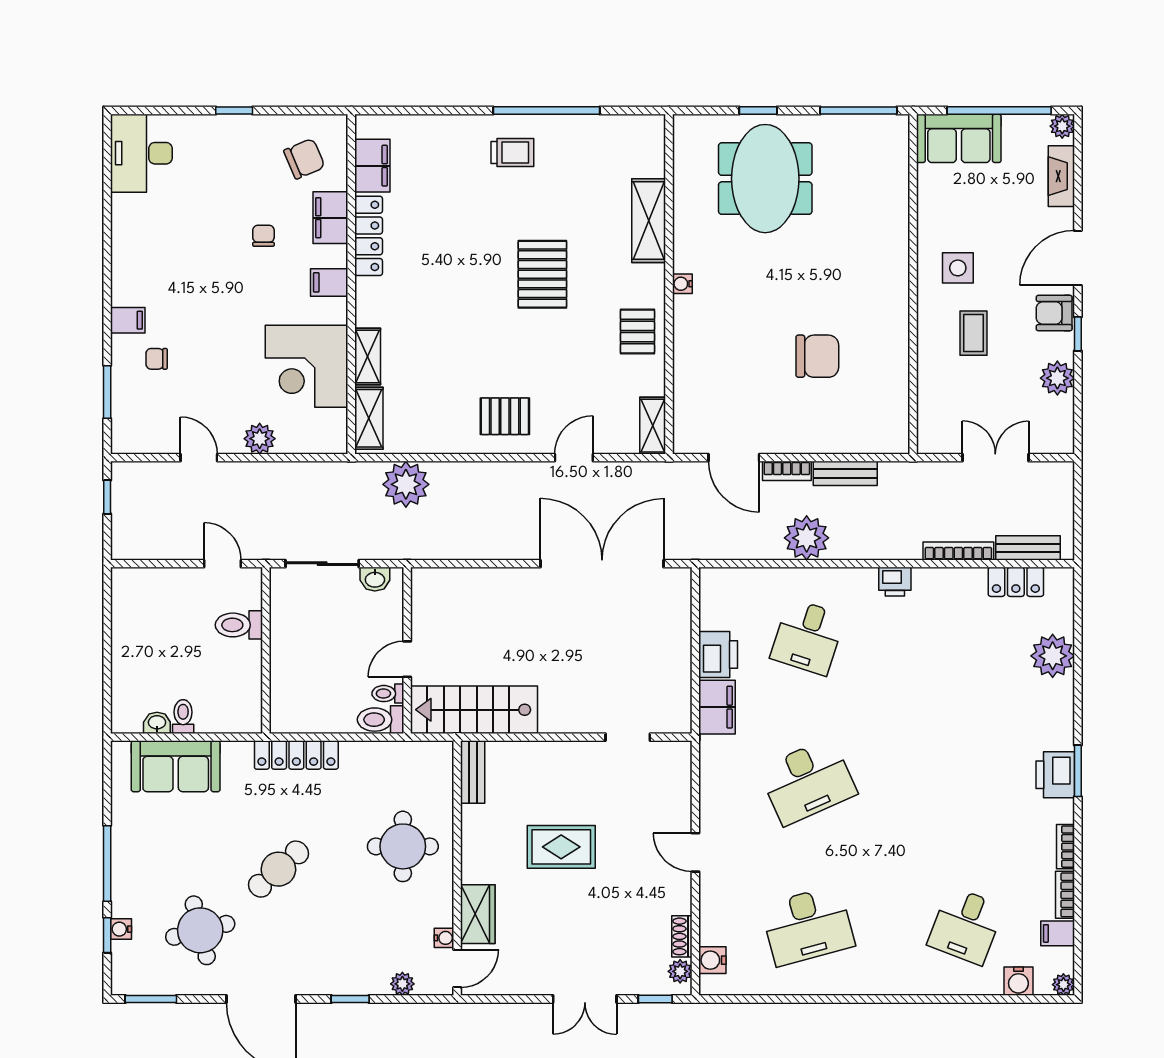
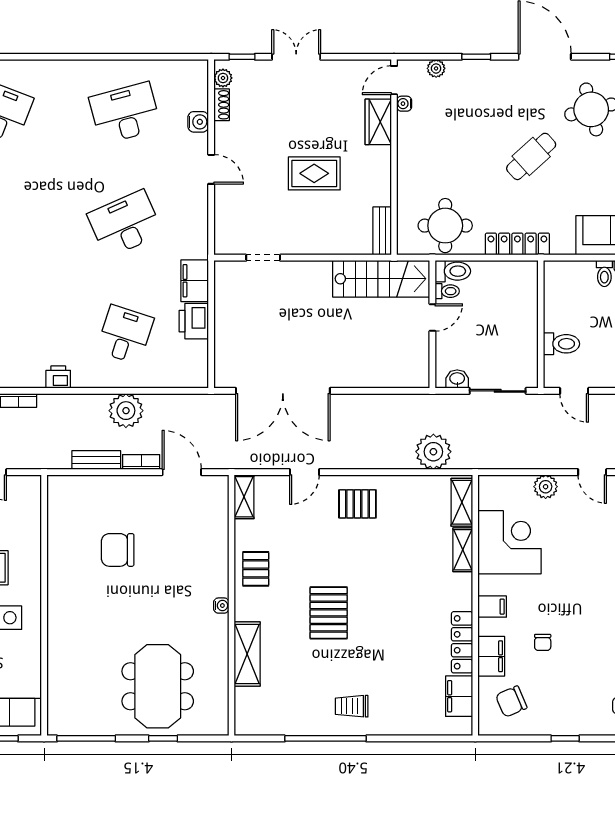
round table: (403, 846) -> (445, 226), moved
water cooler: (712, 960) -> (198, 122), moved

